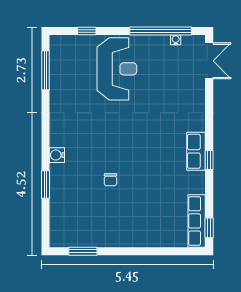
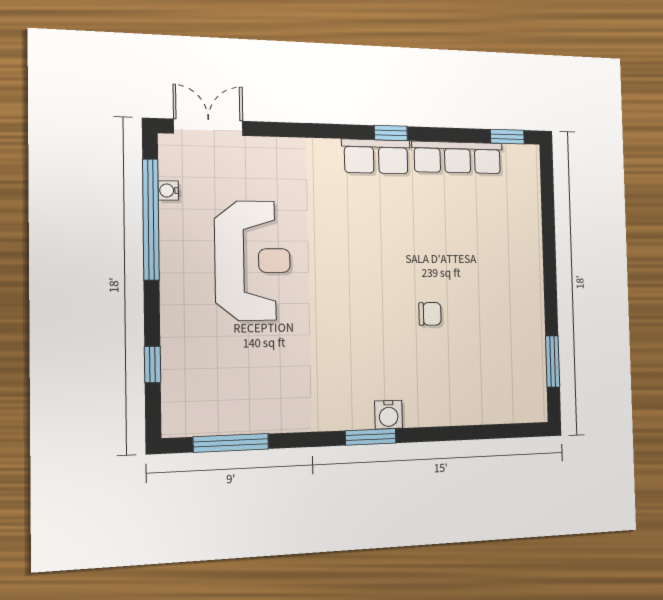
reception desk: (117, 69) -> (253, 261), moved, turned 90
window: (45, 184) -> (371, 437), moved
row of seats: (197, 221) -> (457, 157), moved

